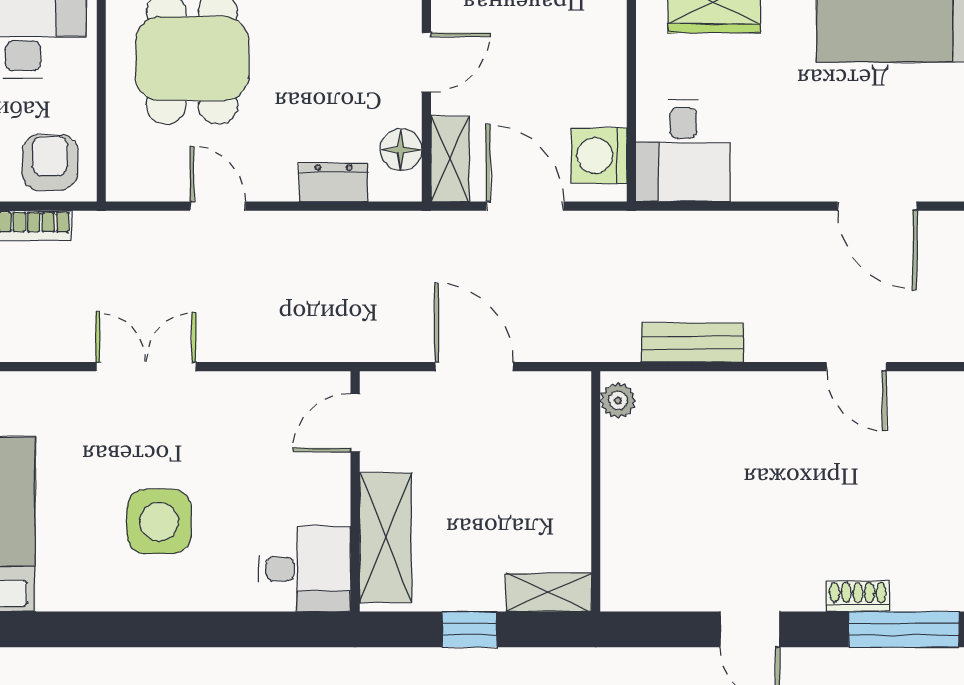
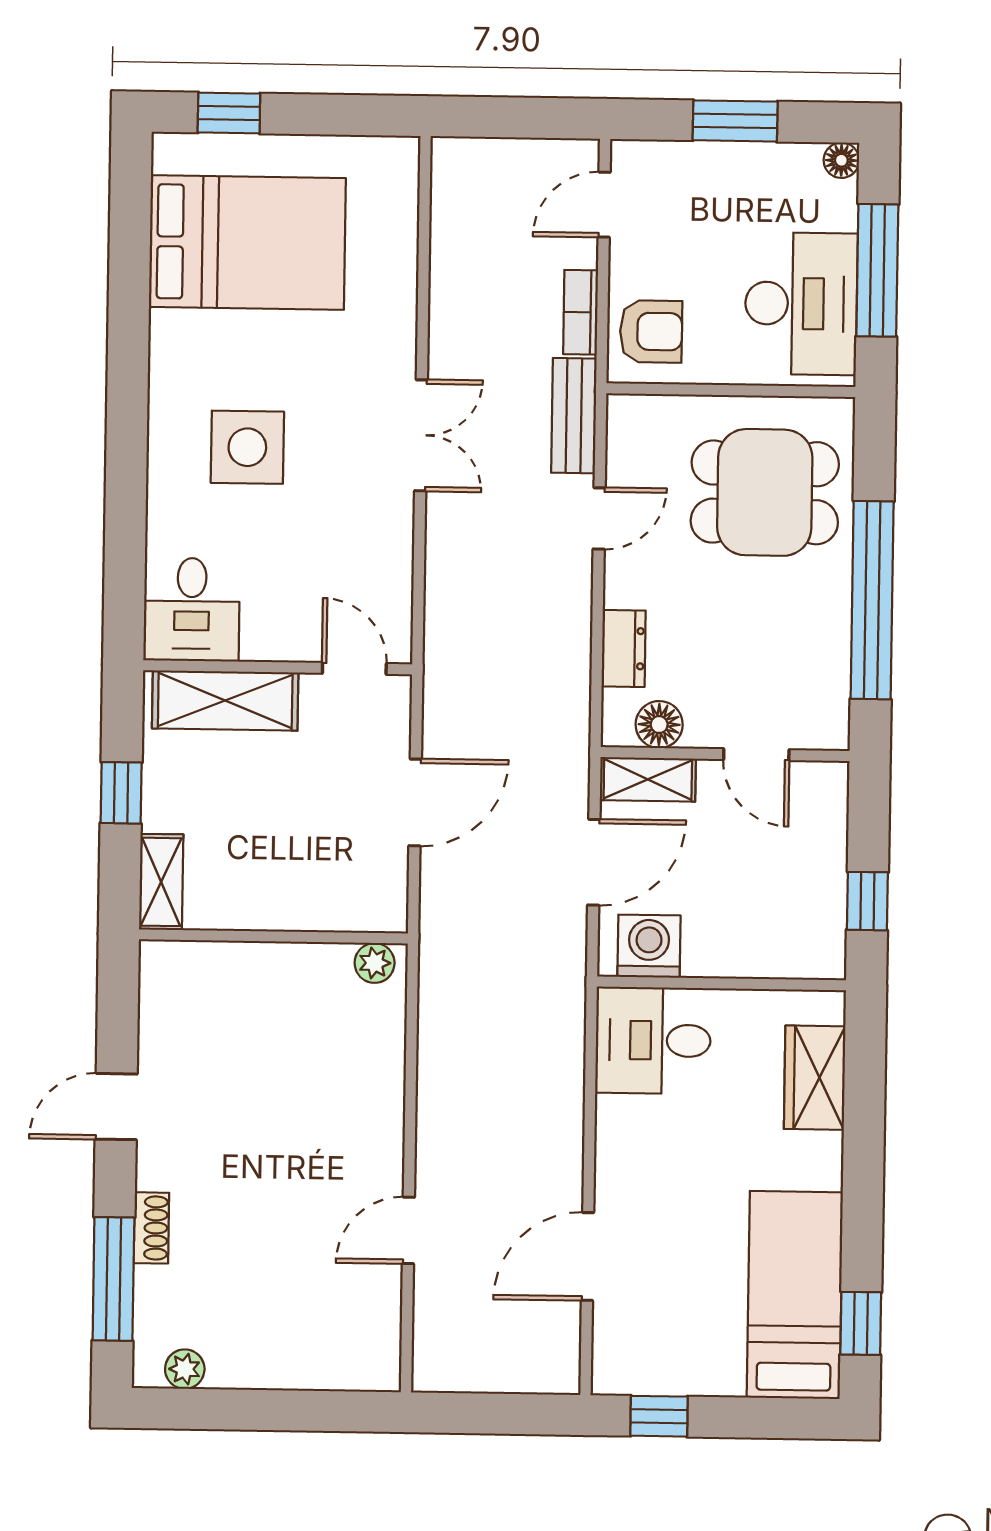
bench: (693, 343) -> (574, 416), moved

